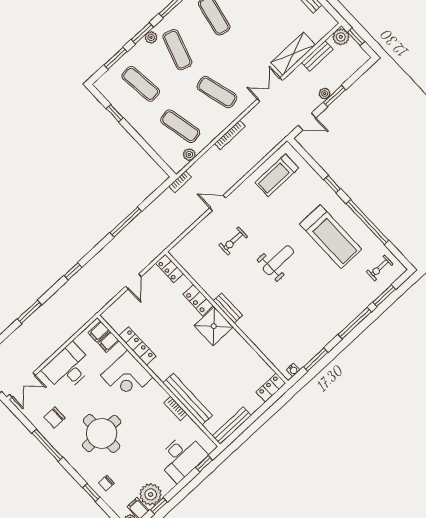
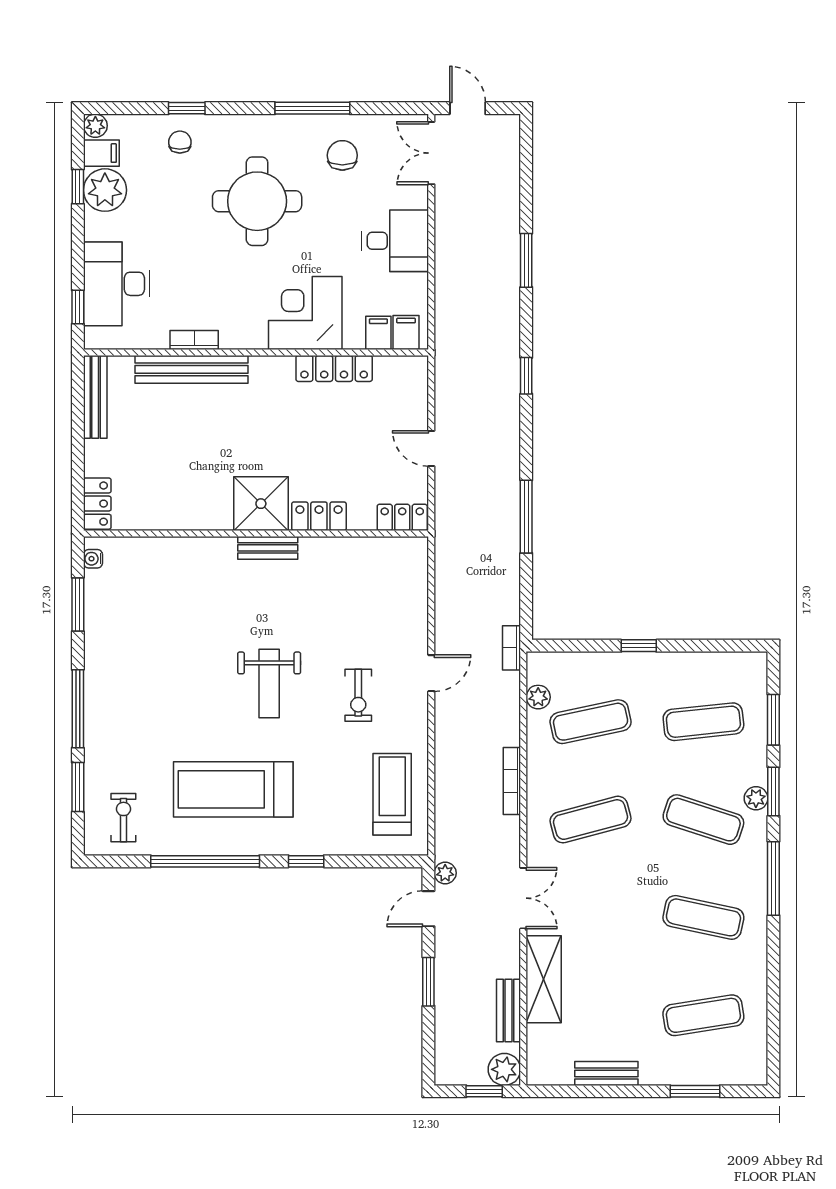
plant: (325, 94) -> (445, 873), moved
window: (115, 113) -> (639, 646), moved
exercise bike: (233, 241) -> (358, 695), moved, turned 180
desk: (68, 368) -> (395, 241), width x0.73

